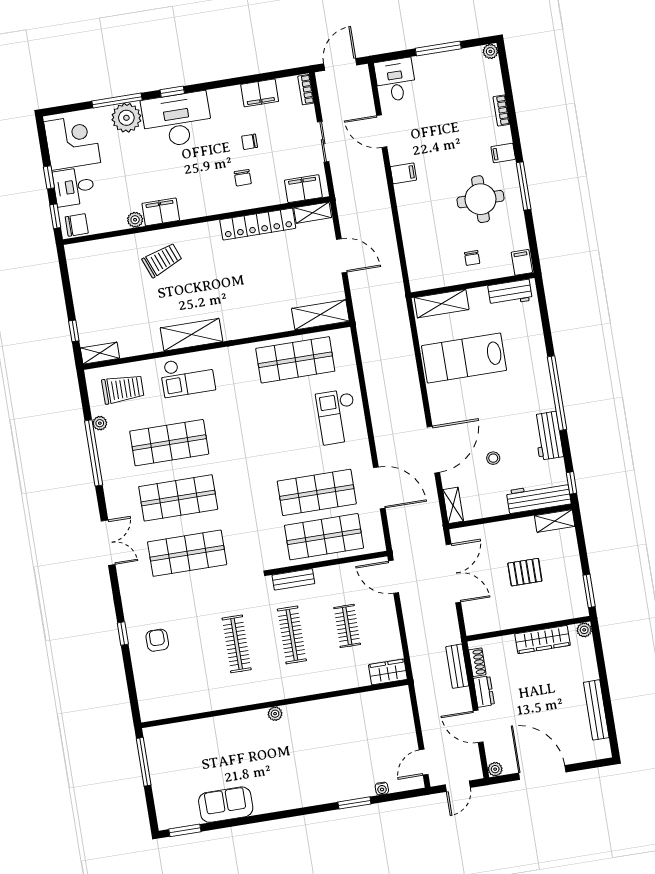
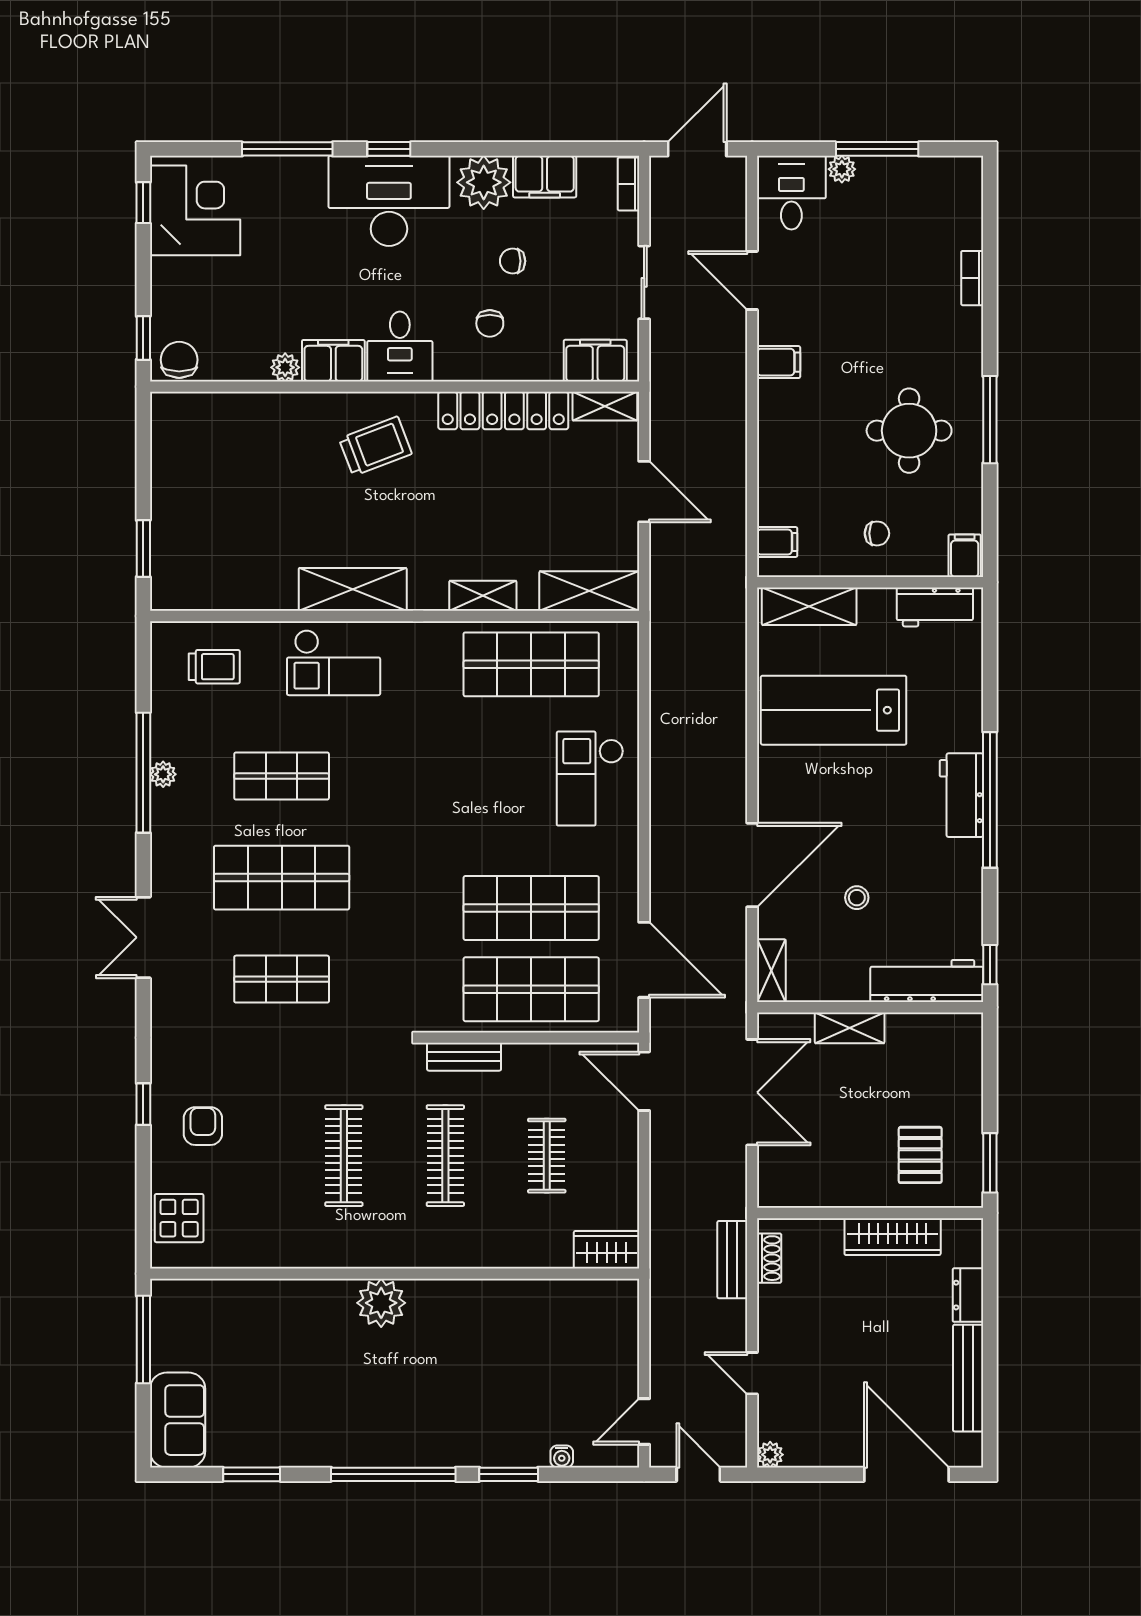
plant: (490, 51) -> (842, 169), moved
plant: (126, 118) -> (484, 182), moved
filing cabinet: (503, 153) -> (777, 542), moved, turned 180
window: (49, 177) -> (143, 203), moved
desk: (74, 187) -> (400, 347), moved, turned -90
chair: (77, 225) -> (179, 360), turned -90
chair: (472, 258) -> (877, 533), turned -90
trolley: (162, 260) -> (375, 446), moved
window: (74, 331) -> (143, 549), width x1.50
shelving: (100, 353) -> (483, 596), moved
trolley: (123, 389) -> (214, 667), width x0.73, depth x0.72
plant: (100, 423) -> (163, 774), moved
workbench: (548, 436) -> (961, 795), moved
shop shelf: (169, 443) -> (282, 776), width x0.70, depth x0.74
door: (379, 488) -> (644, 960), moved
shelving: (555, 521) -> (850, 1028), moved
double door: (108, 543) -> (143, 937), swing flipped
shop shelf: (187, 553) -> (282, 979), width x0.70, depth x0.74
pallet: (525, 572) -> (920, 1155), moved, turned 90
plant: (584, 630) -> (970, 1231), removed
display table: (152, 692) -> (179, 1218), added
dresser: (484, 692) -> (968, 1295), moved, turned 180
plant: (275, 714) -> (381, 1303), width x1.88, depth x1.88
door: (478, 726) -> (752, 1373), width x0.73
door: (542, 772) -> (907, 1474), moved
door: (458, 786) -> (698, 1474), swing flipped
sofa: (226, 805) -> (178, 1420), moved, turned 90
window: (292, 813) -> (393, 1474), added
window: (185, 830) -> (252, 1474), moved

